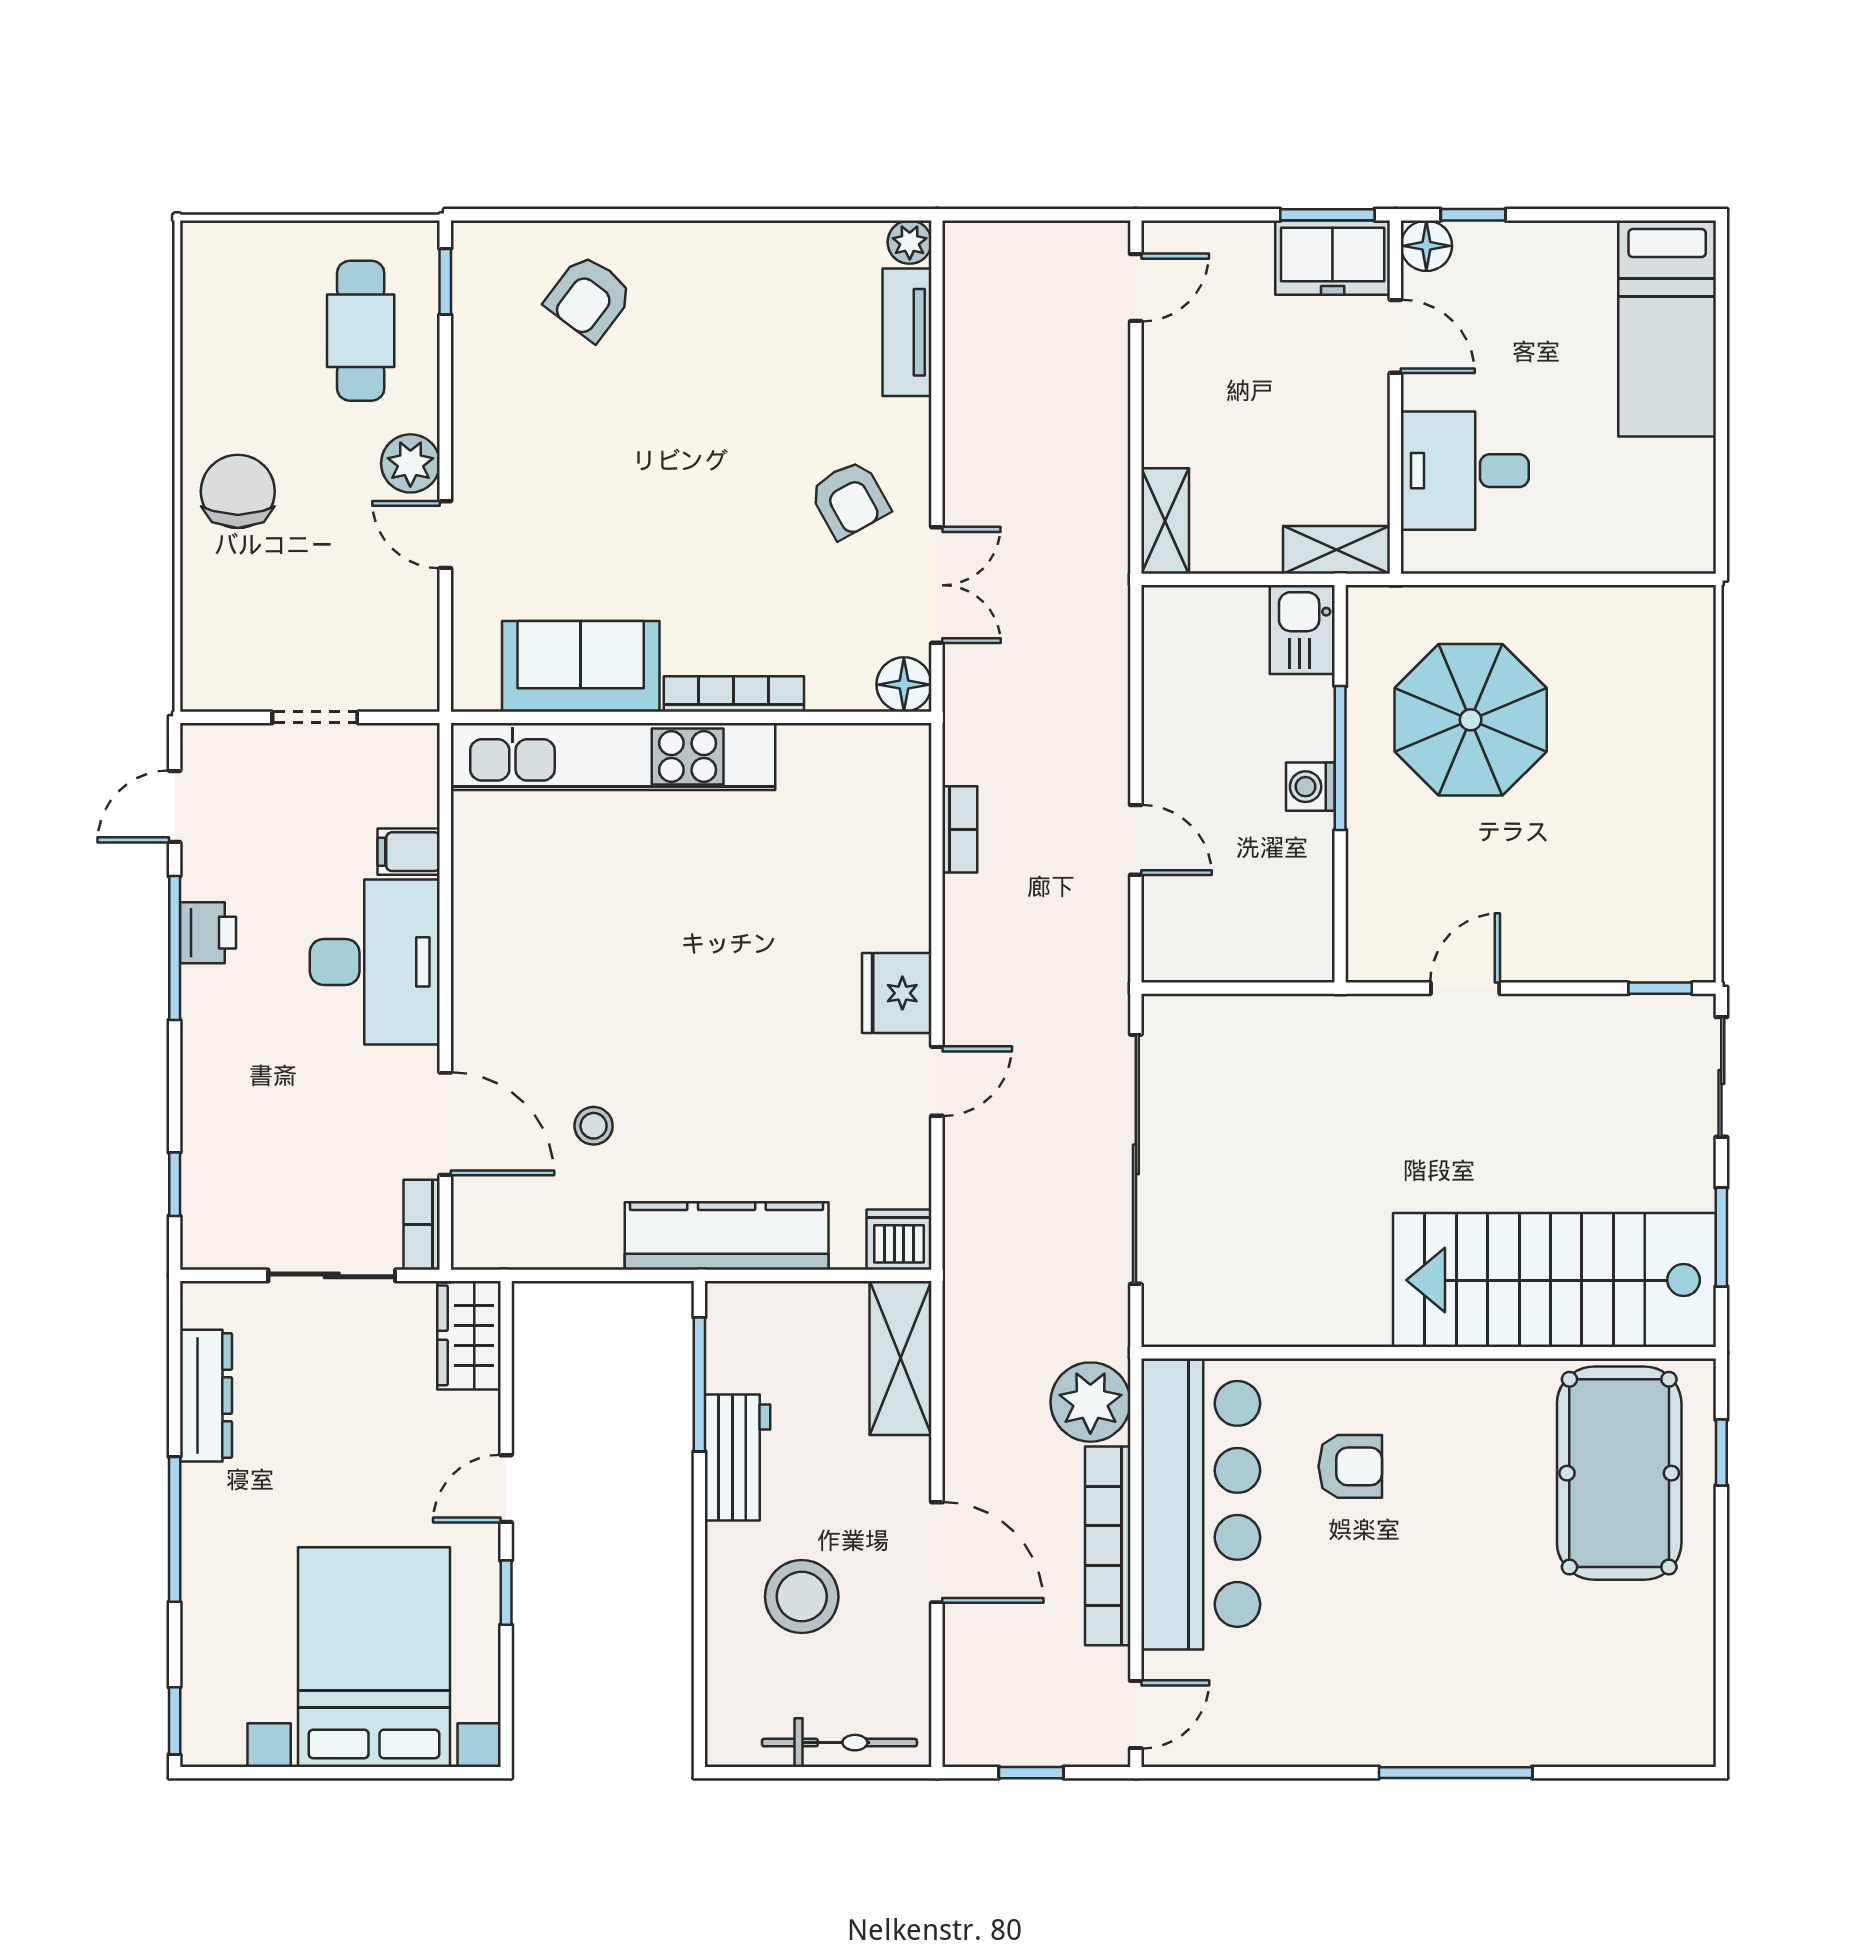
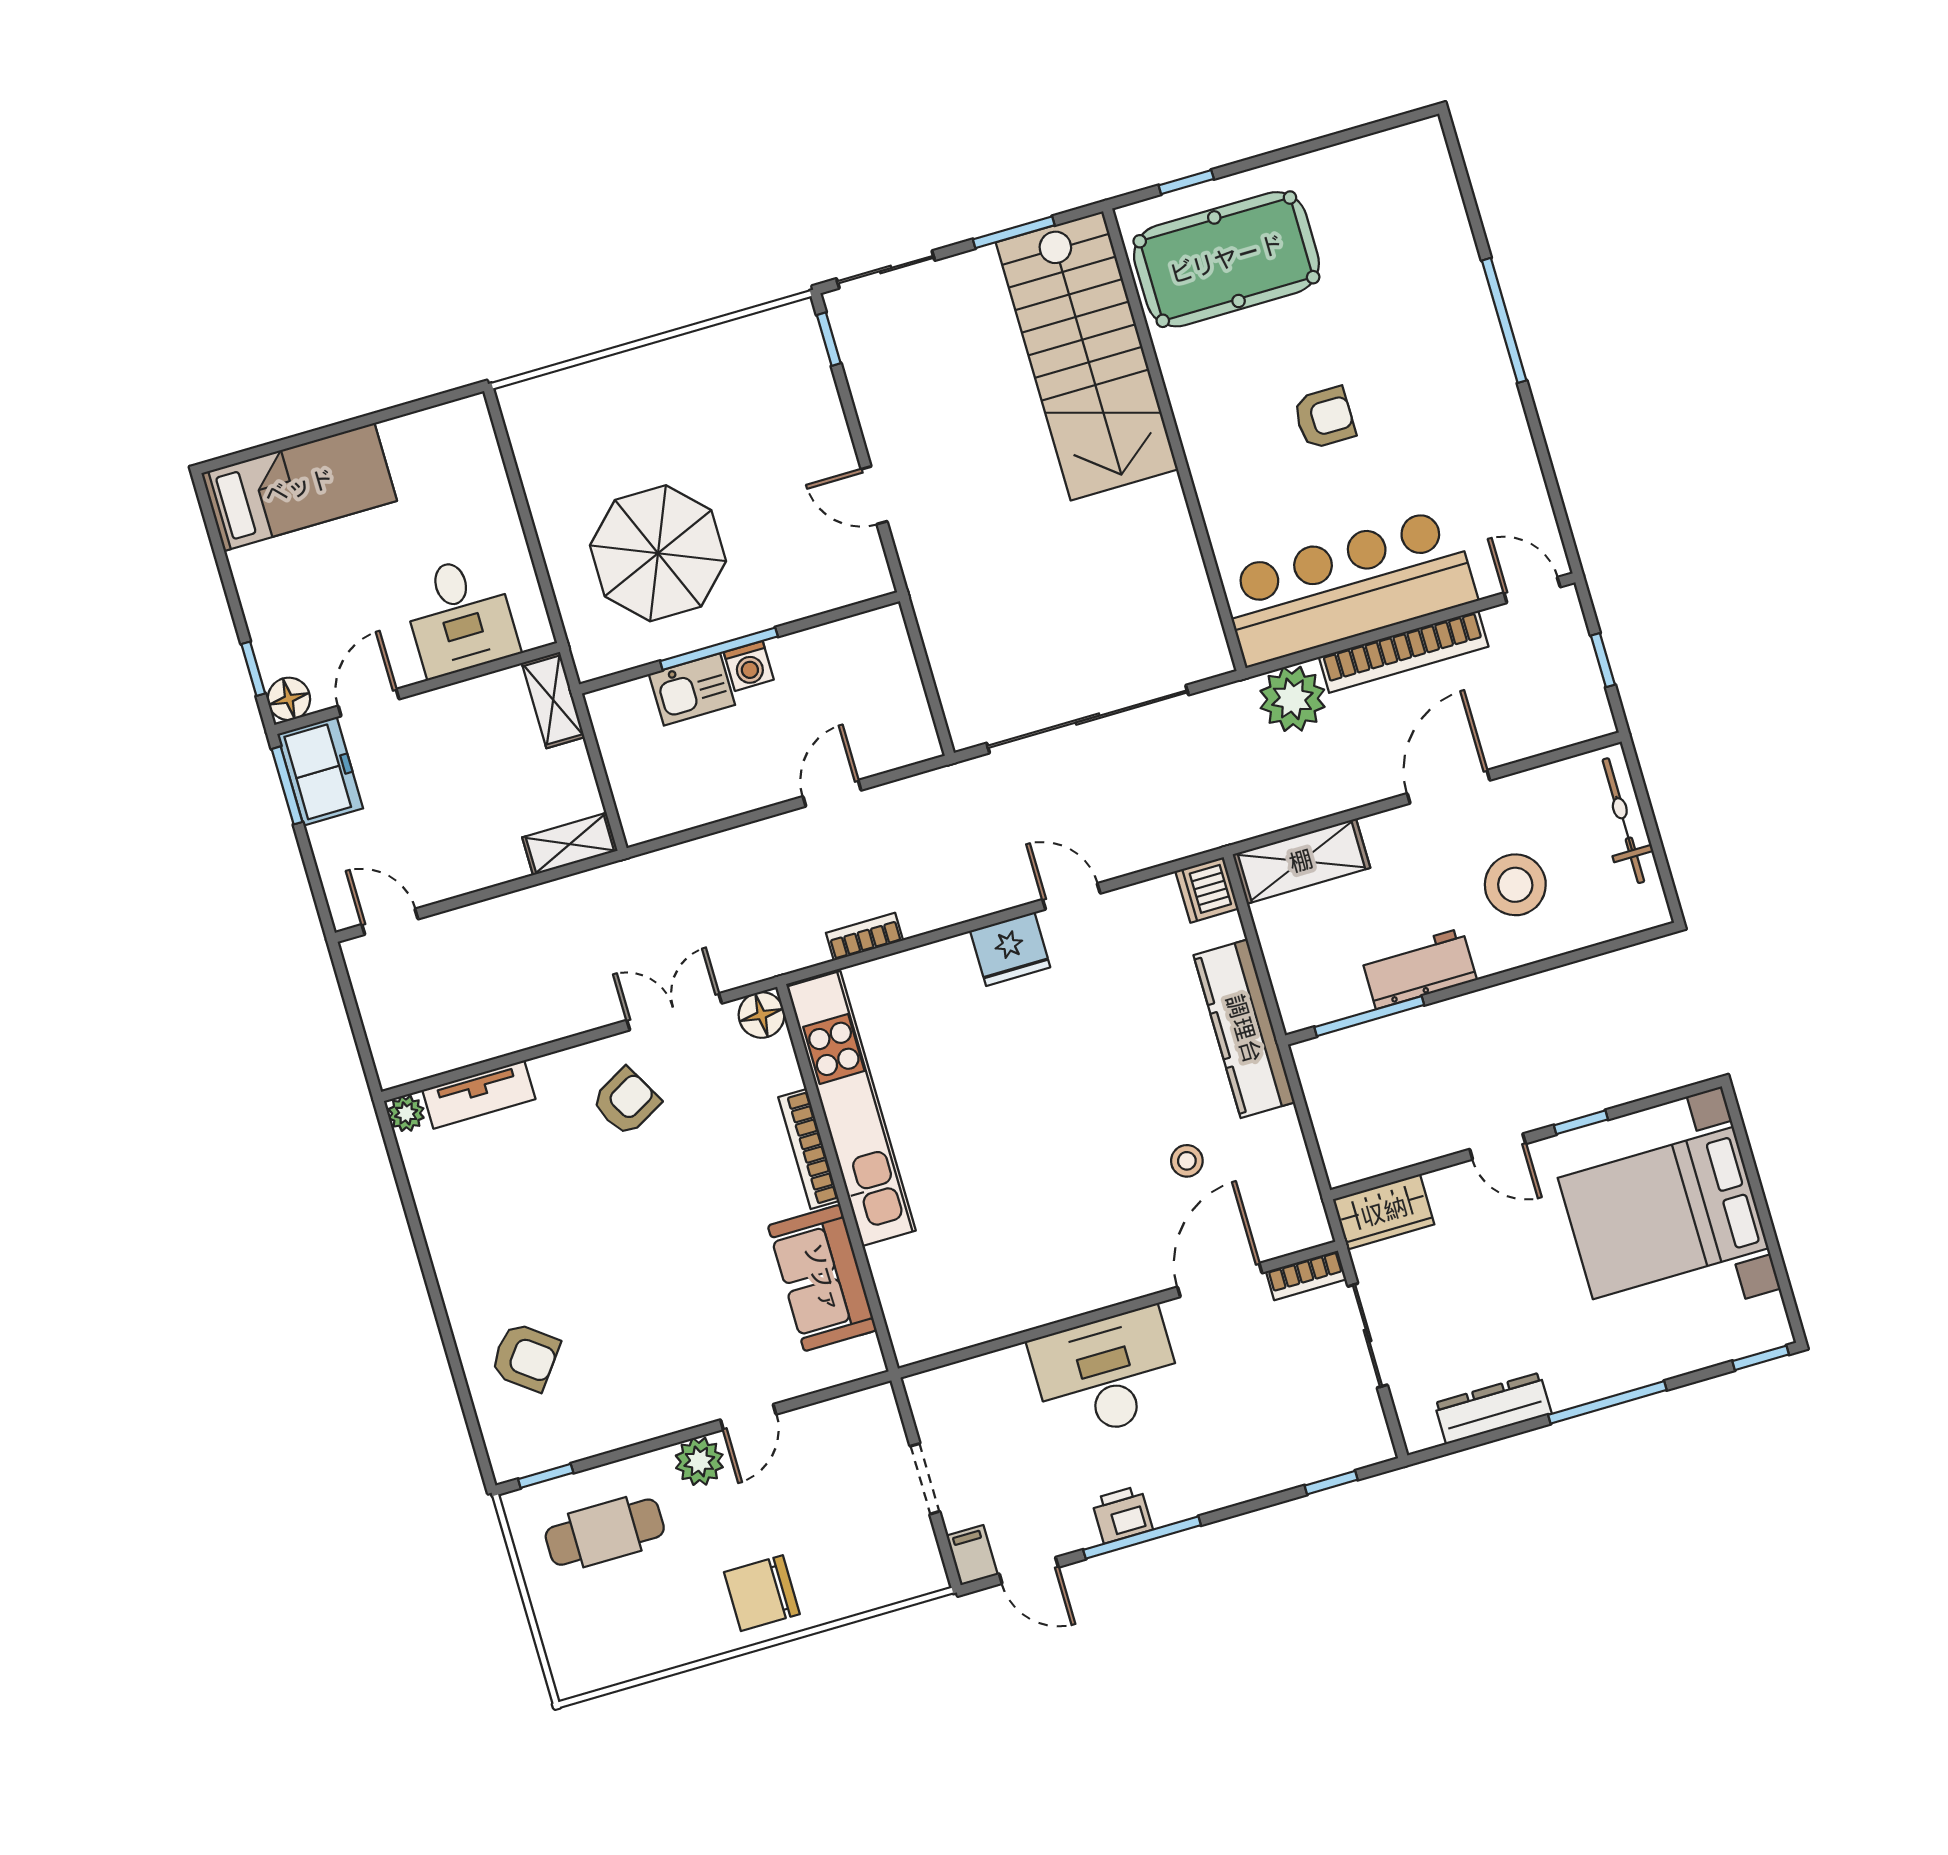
kitchen sink: (1302, 630) -> (692, 689), moved
kitchen unit: (613, 757) -> (851, 1109), moved
filing cabinet: (409, 852) -> (972, 1555), moved, turned 180
armchair: (1350, 1466) -> (1324, 418), moved, turned 90

